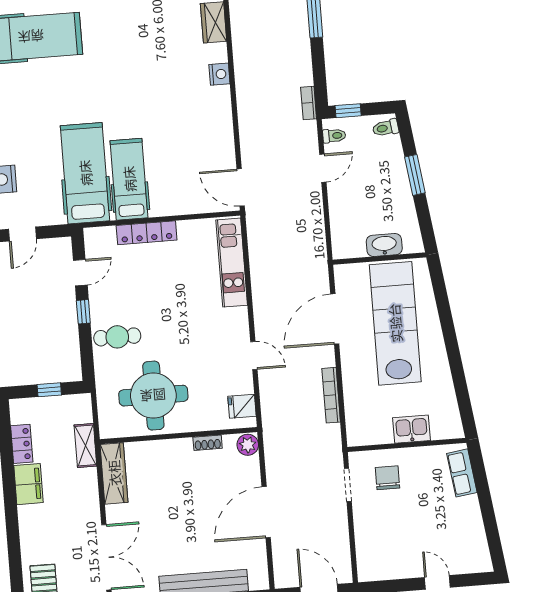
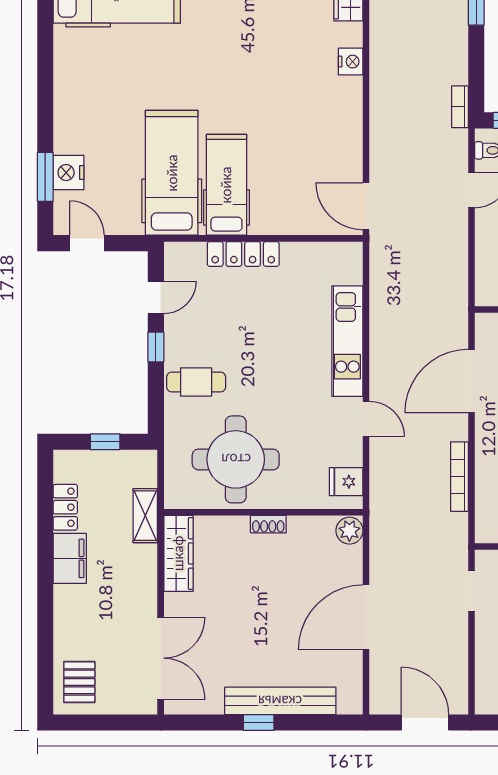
door: (22, 234) -> (87, 243), swing flipped
kitchen unit: (232, 263) -> (347, 341), moved
shoe rack: (208, 443) -> (268, 524), moved

